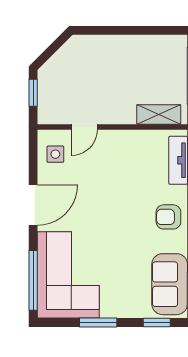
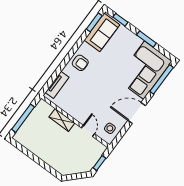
shelving: (159, 114) -> (62, 120), moved
door: (84, 127) -> (88, 131), hinge flipped

